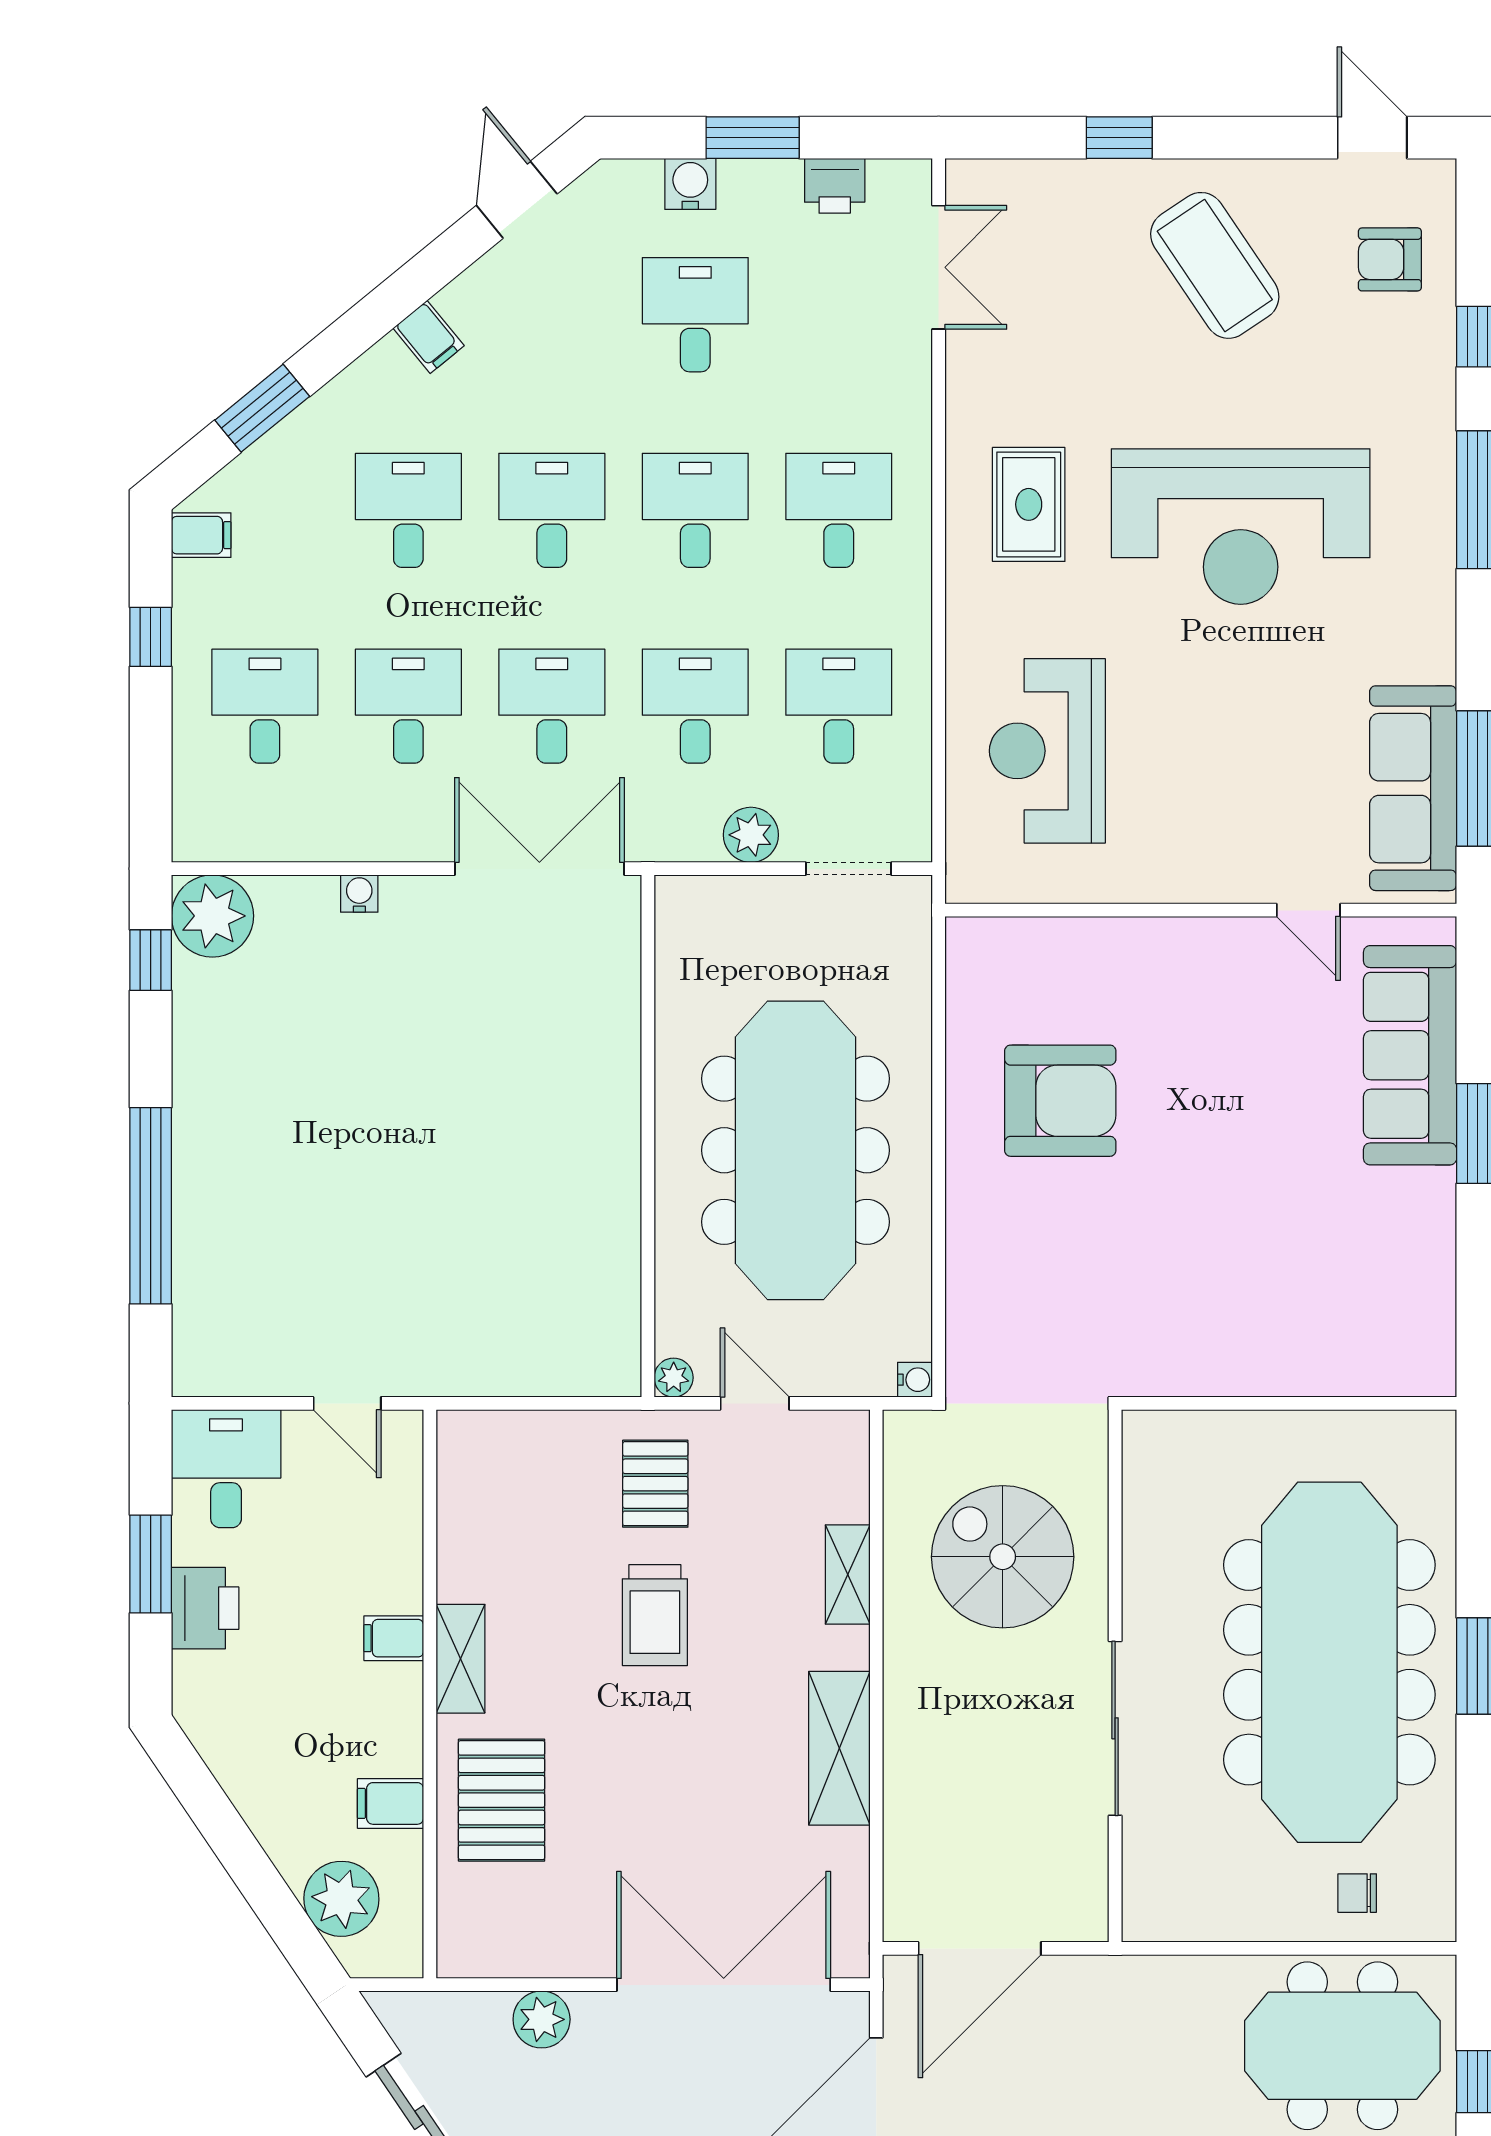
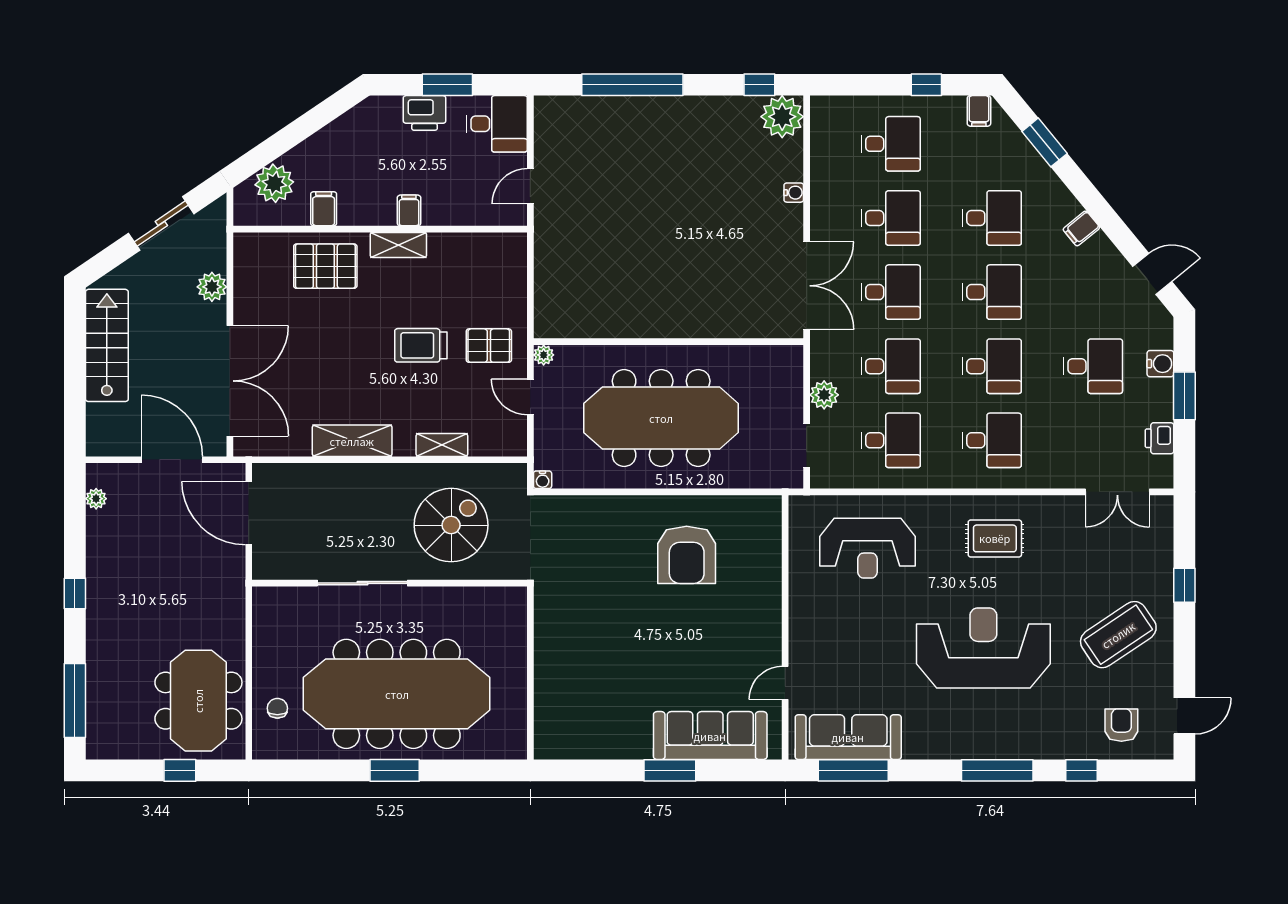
reception desk: (1241, 527) -> (983, 648), turned 90
reception desk: (1047, 751) -> (867, 548), turned 180
door: (755, 1403) -> (530, 397), swing flipped

